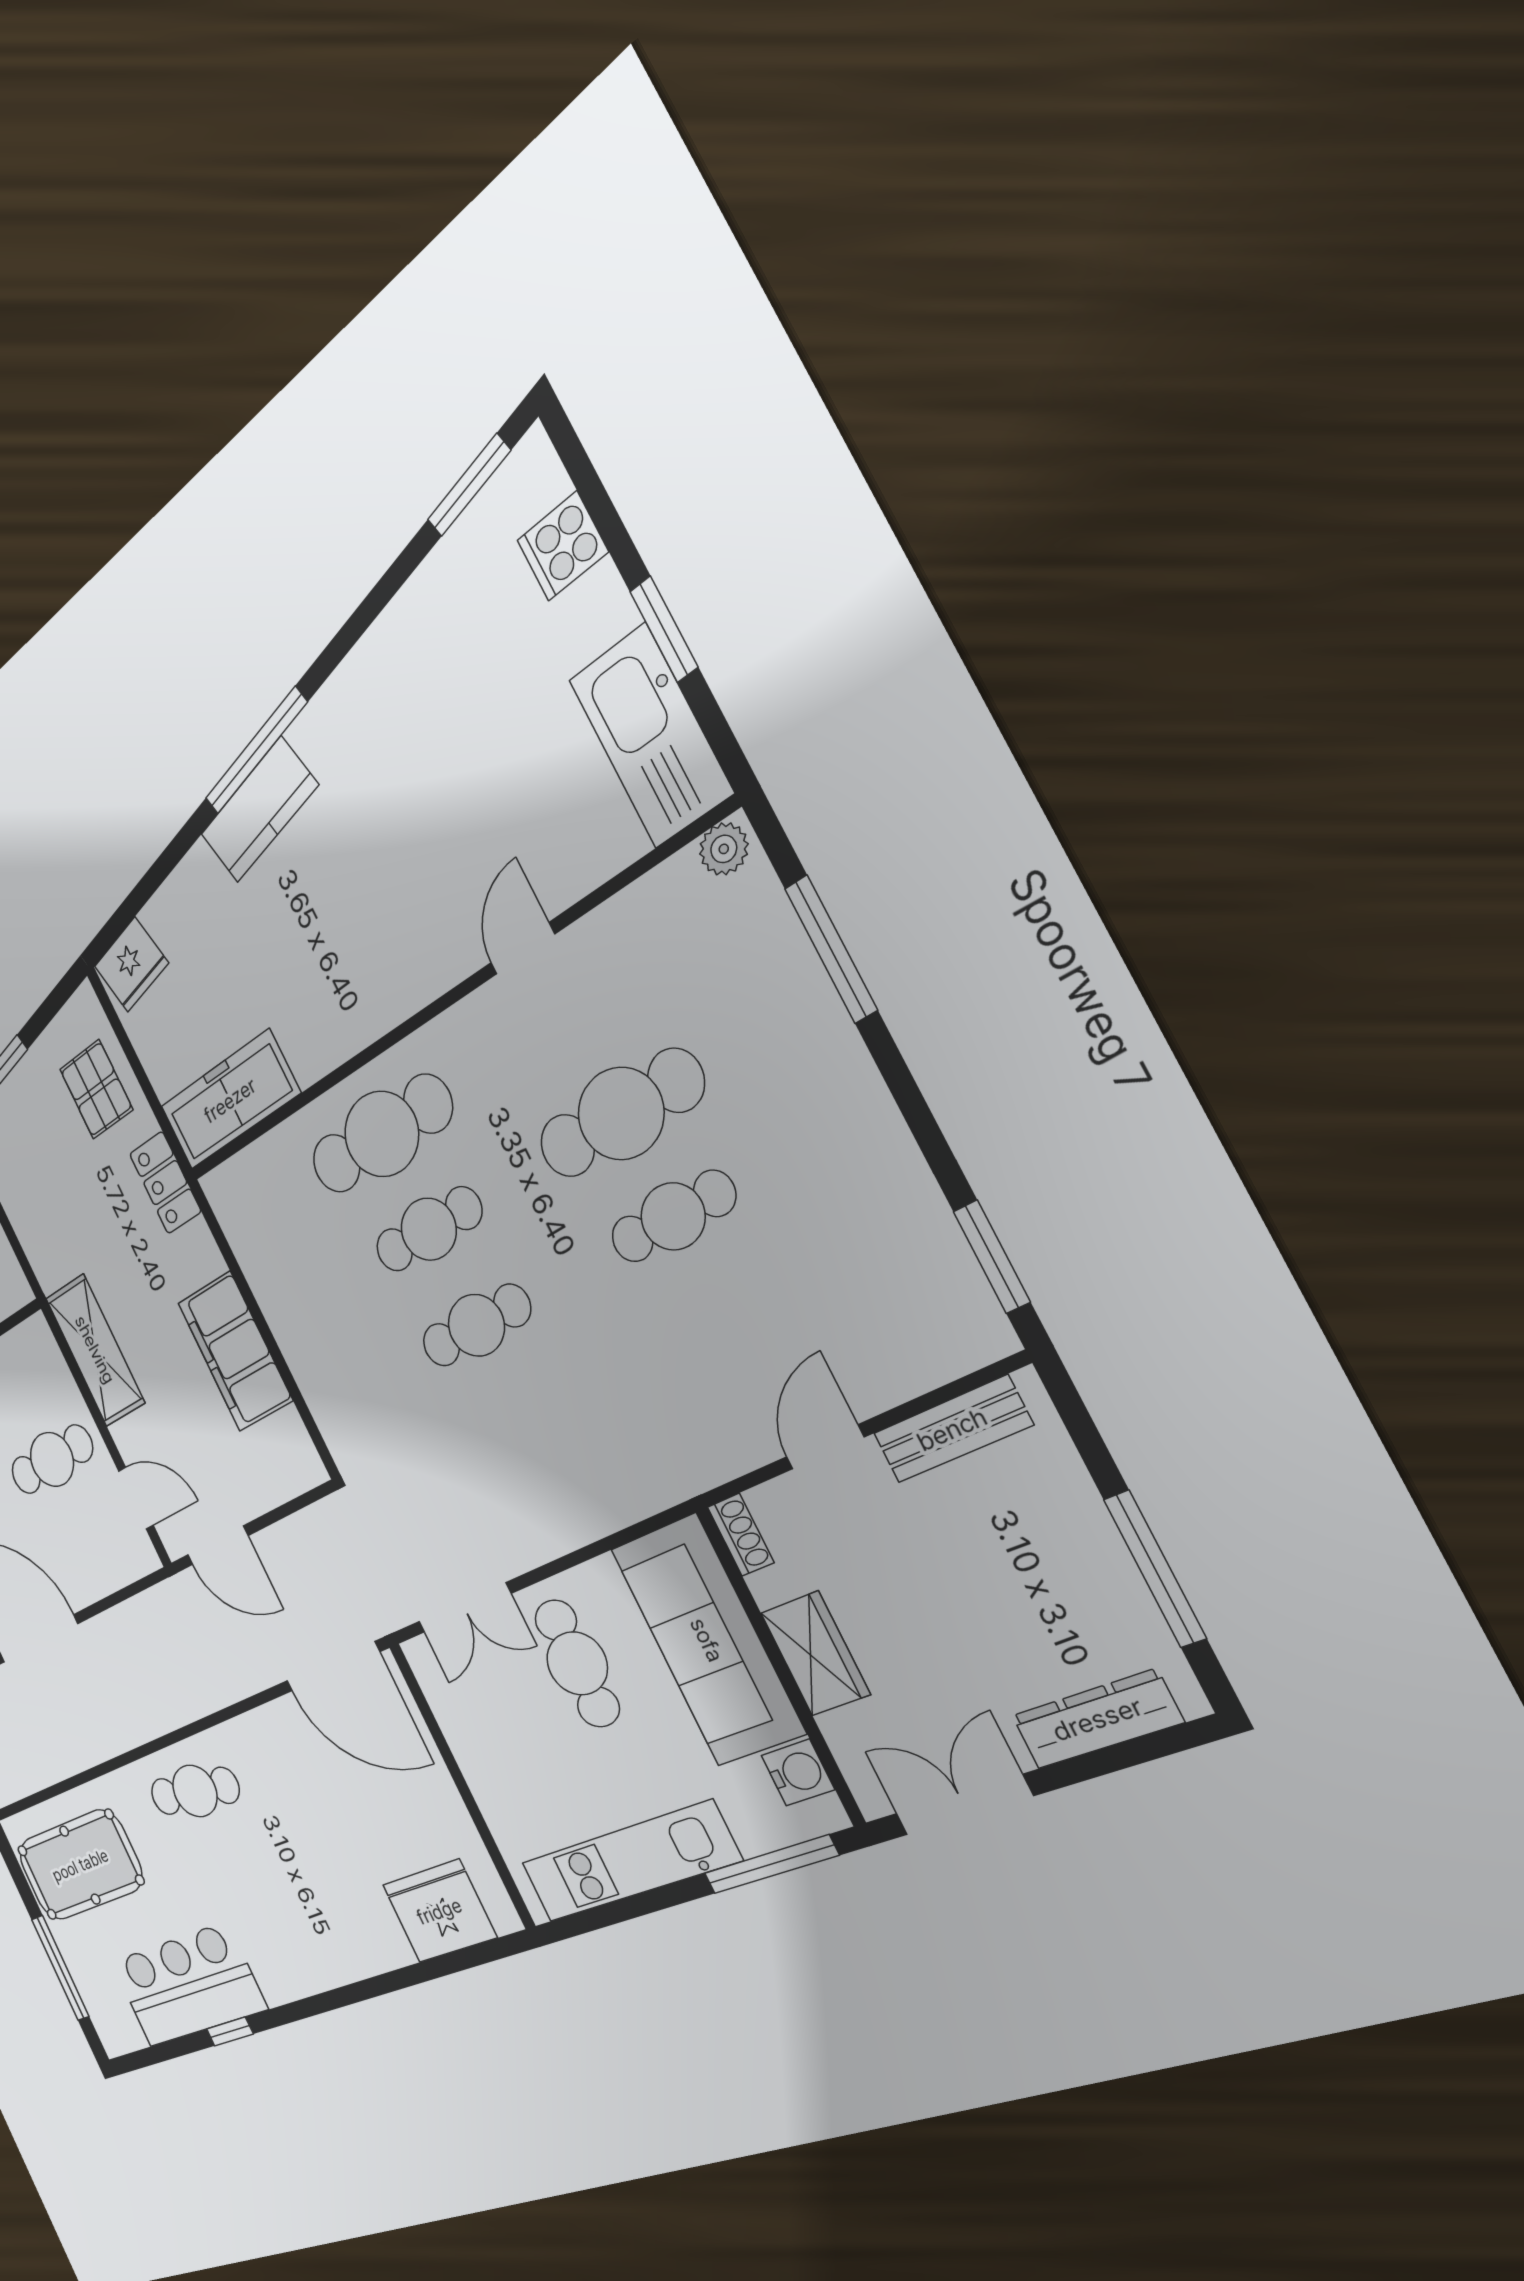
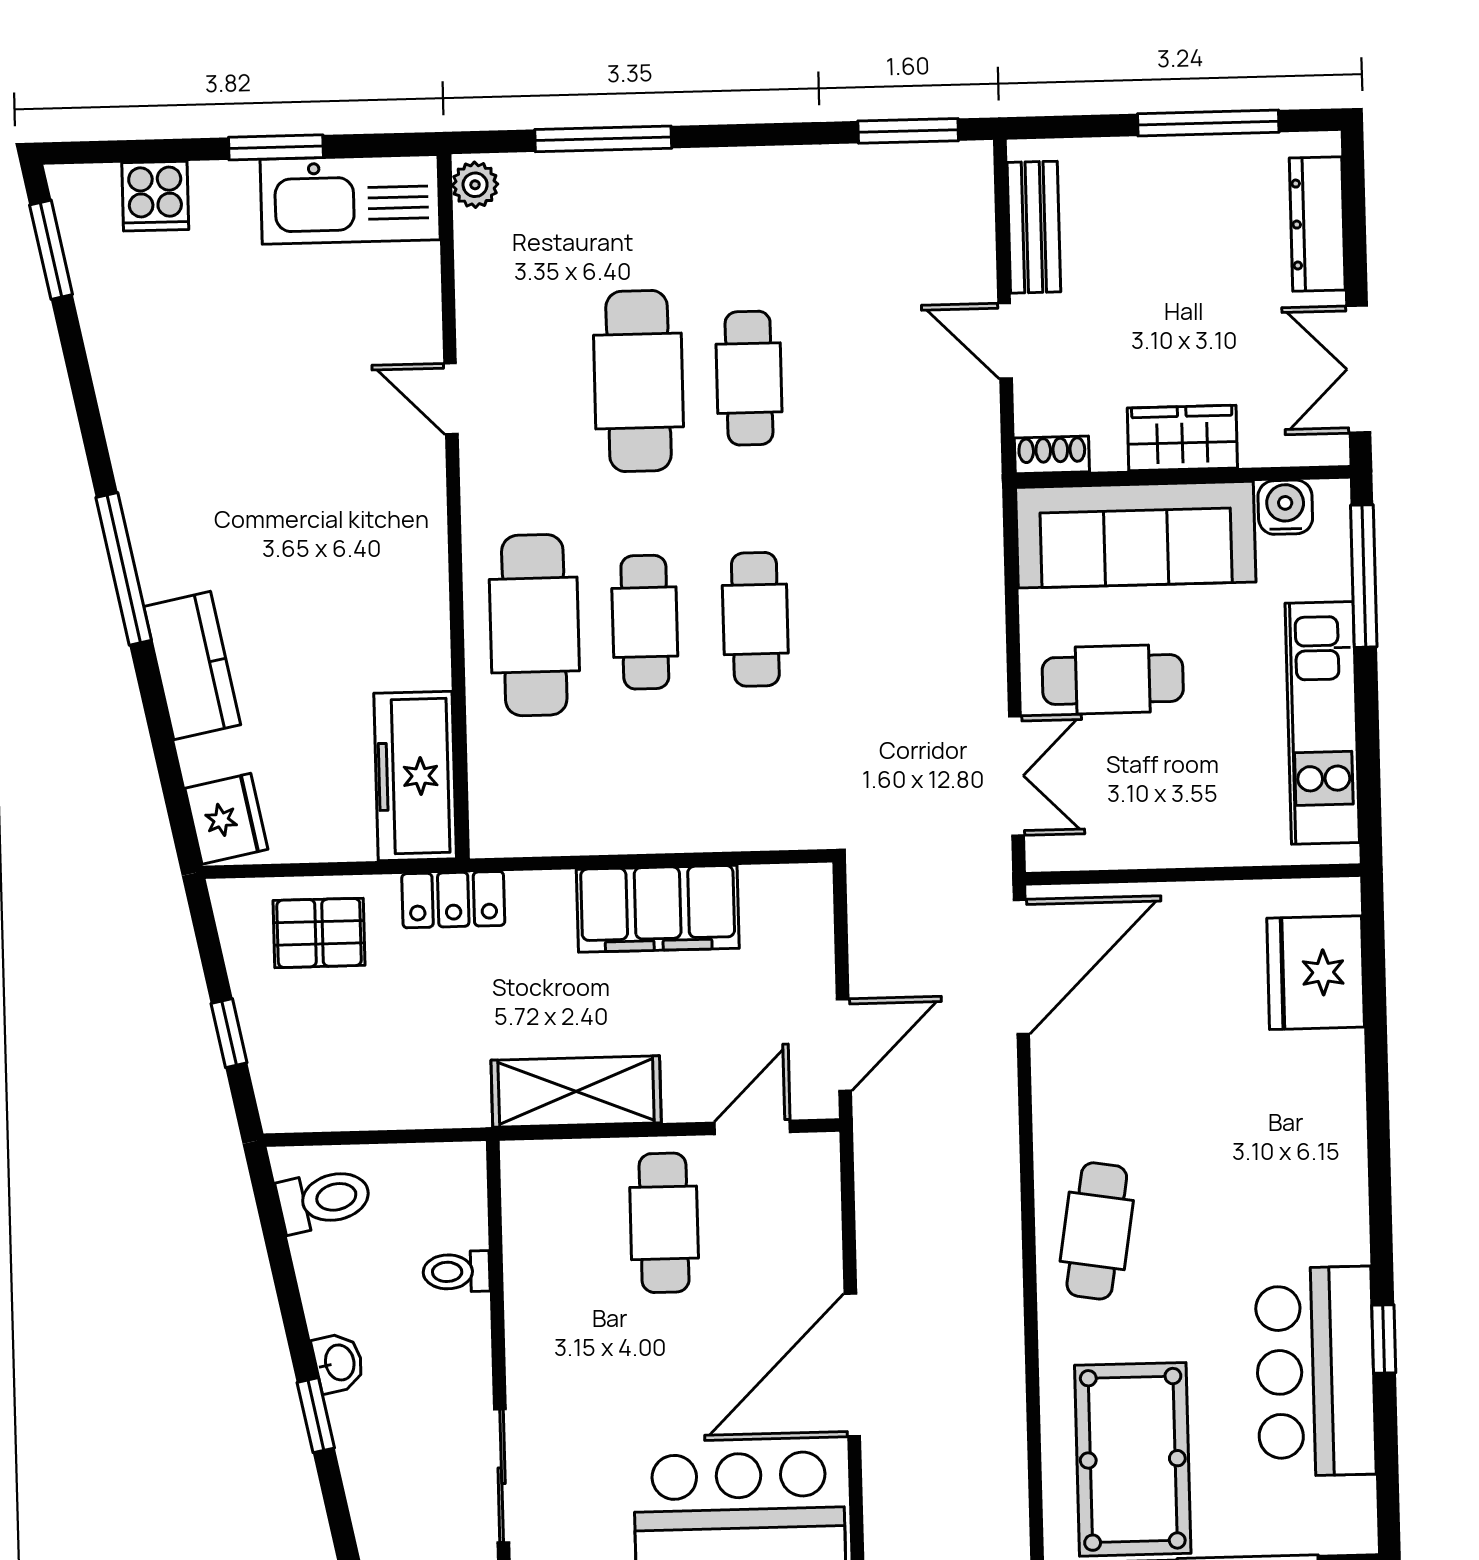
kitchen counter: (259, 810) -> (192, 666), moved

